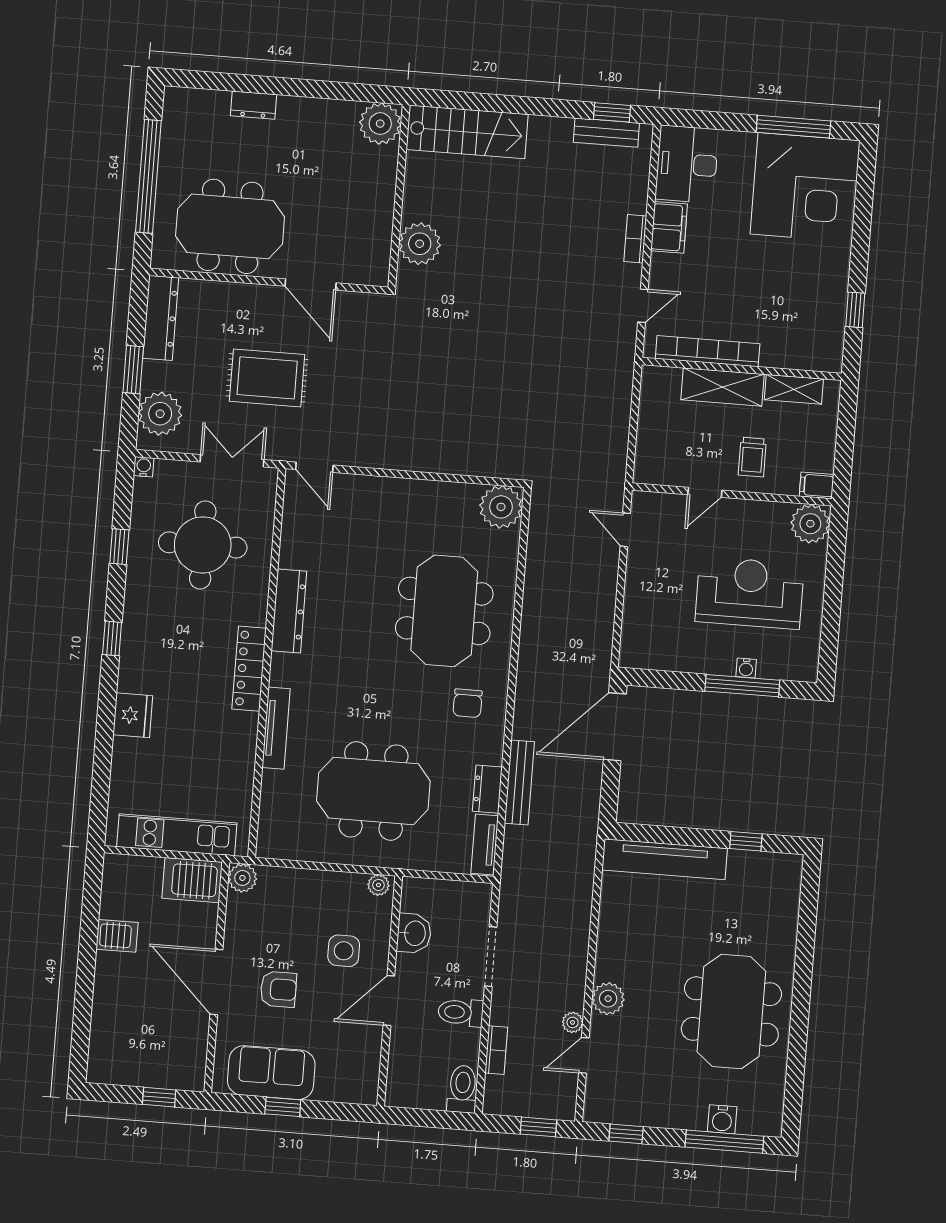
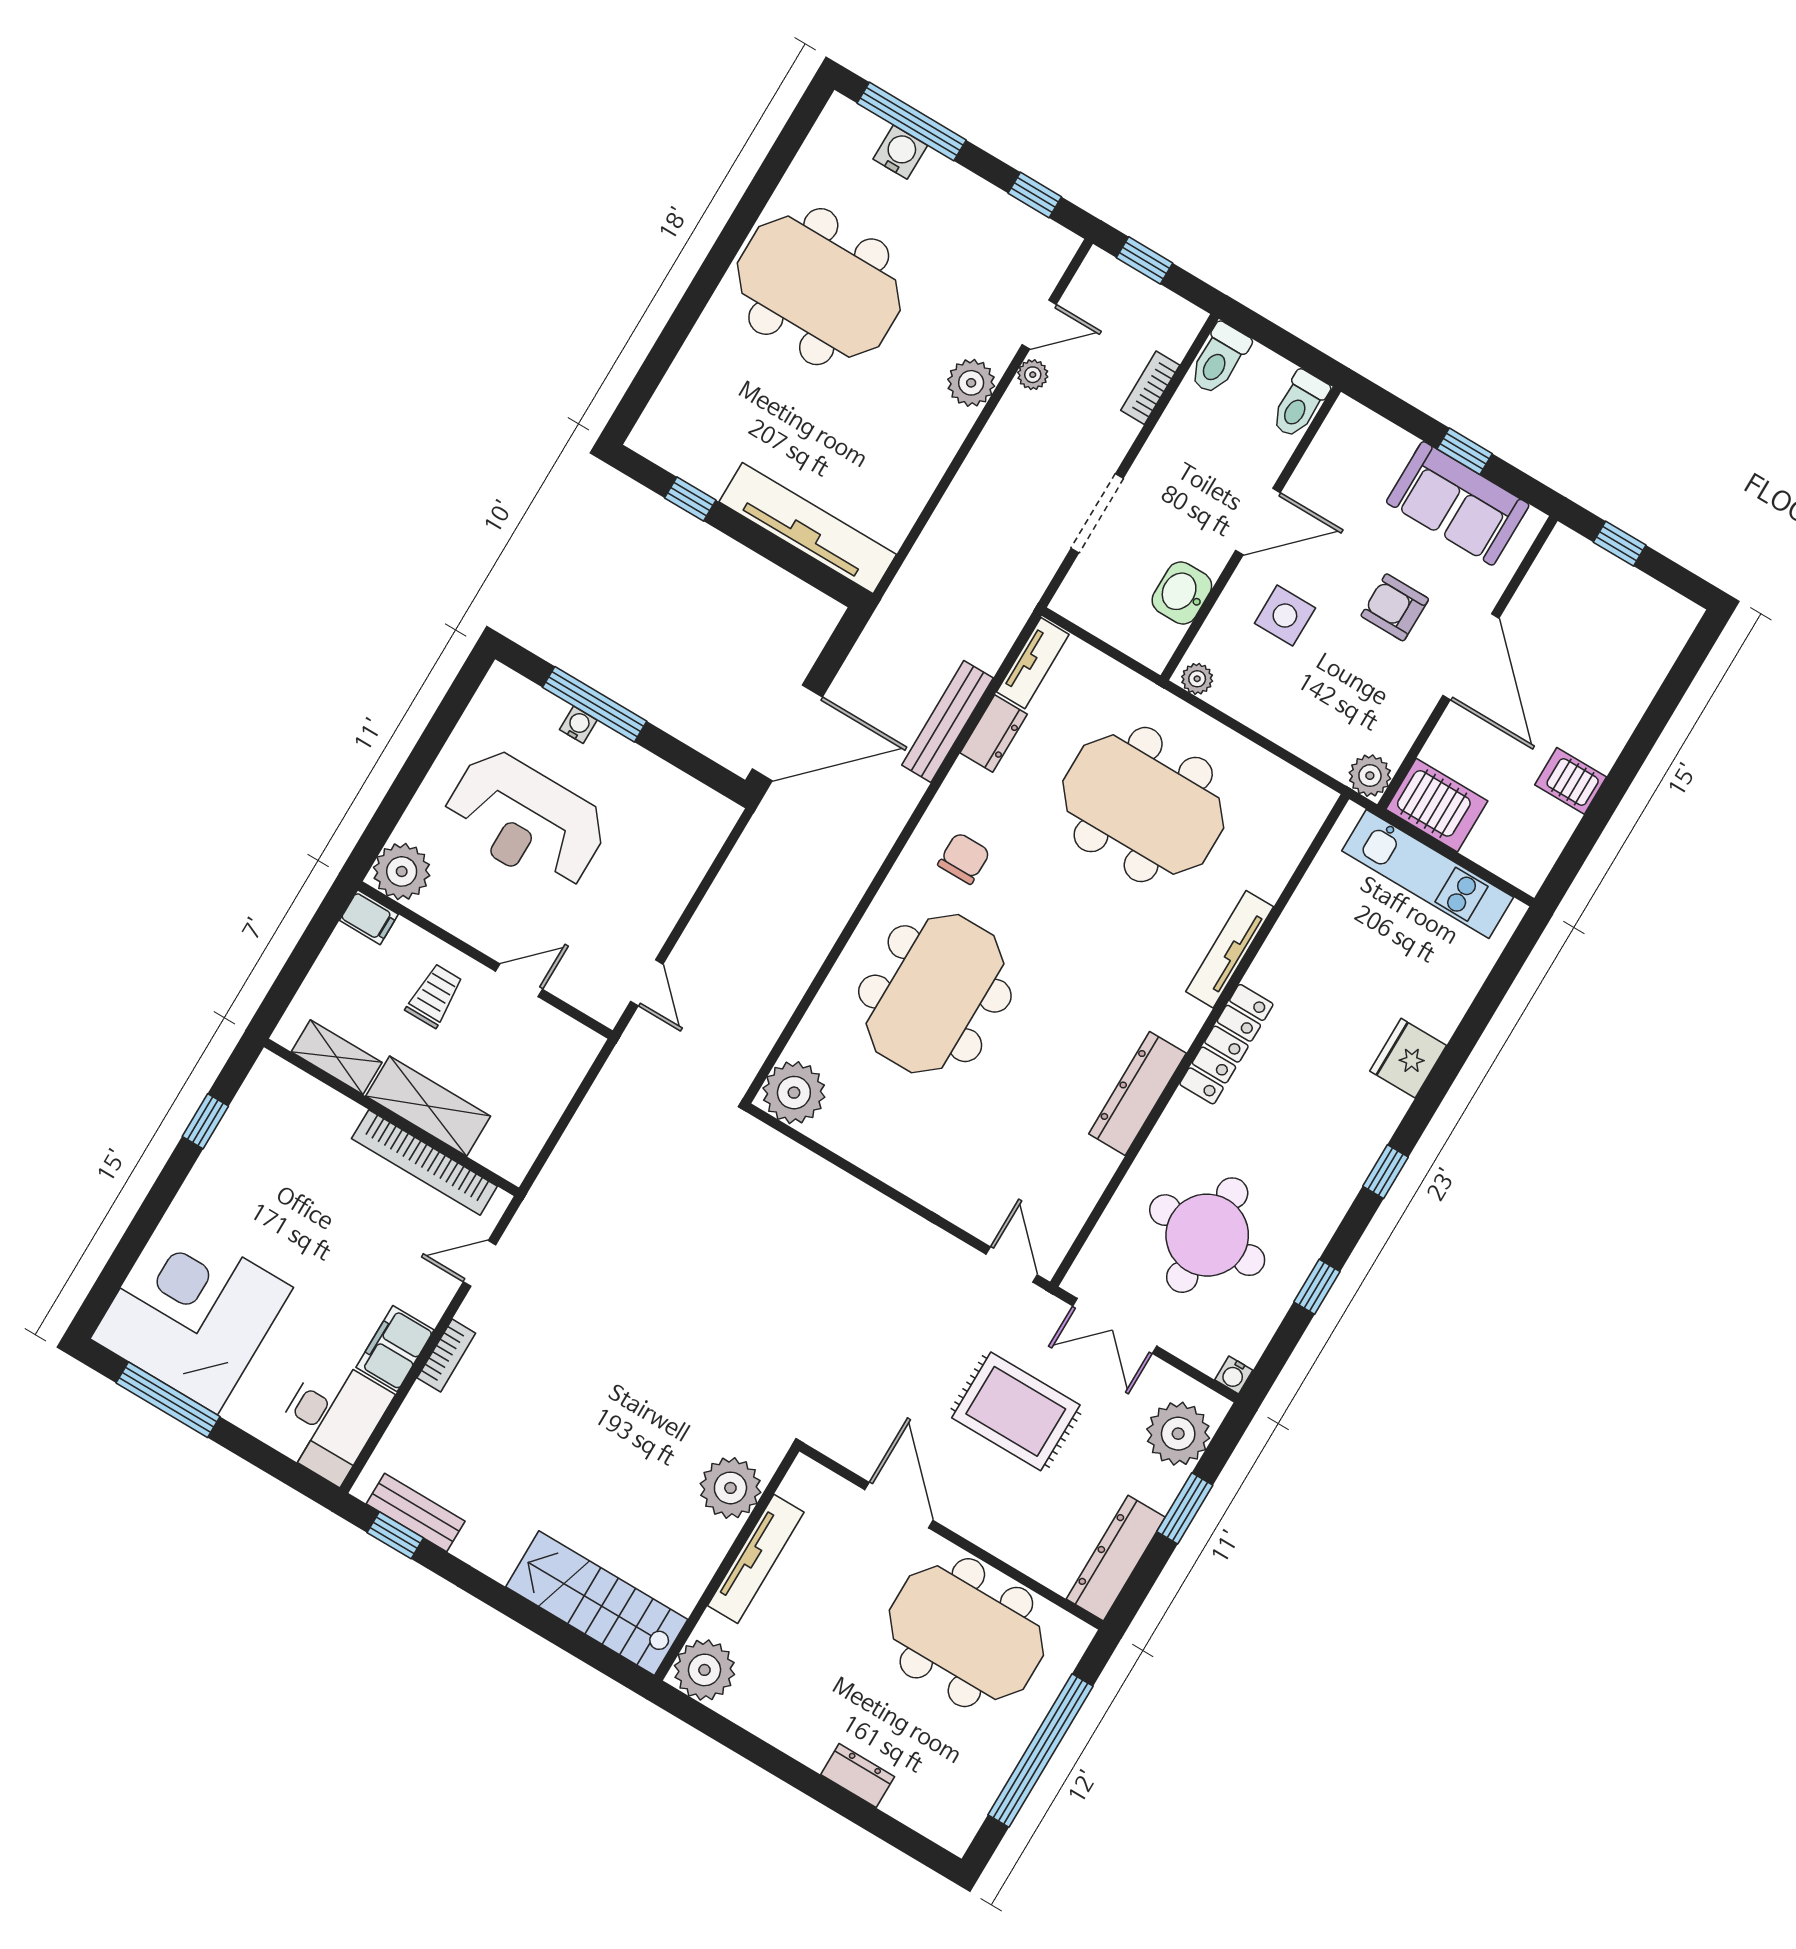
tv unit: (382, 208) -> (756, 1559), added
meeting table: (731, 1011) -> (819, 287), turned 90
toilet: (461, 1012) -> (1299, 404), moved, turned 90

